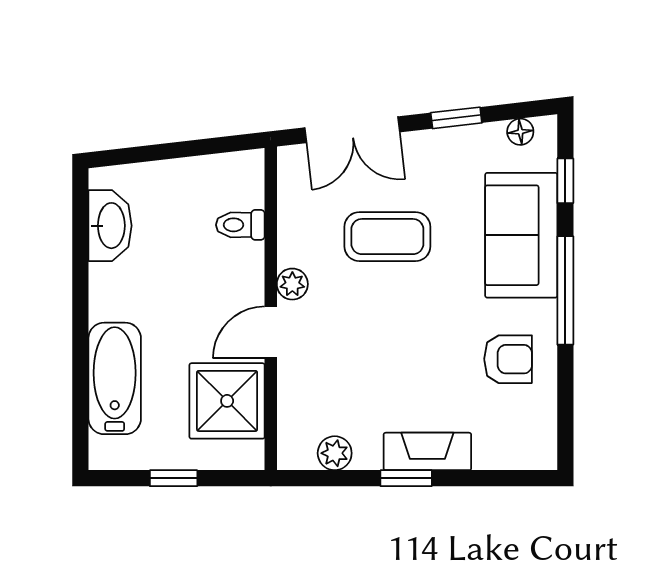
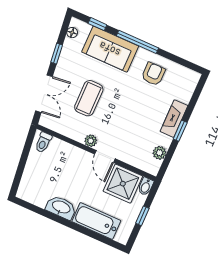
toilet: (240, 225) -> (43, 142), moved
washbasin: (110, 226) -> (61, 207), moved
bidet: (244, 456) -> (146, 186), added

